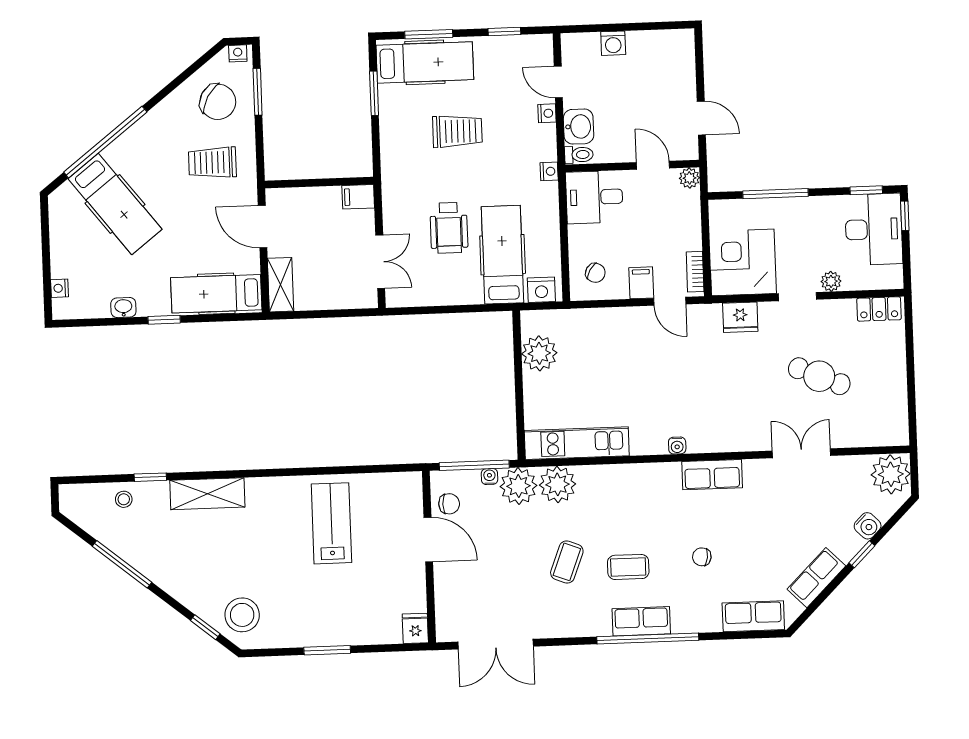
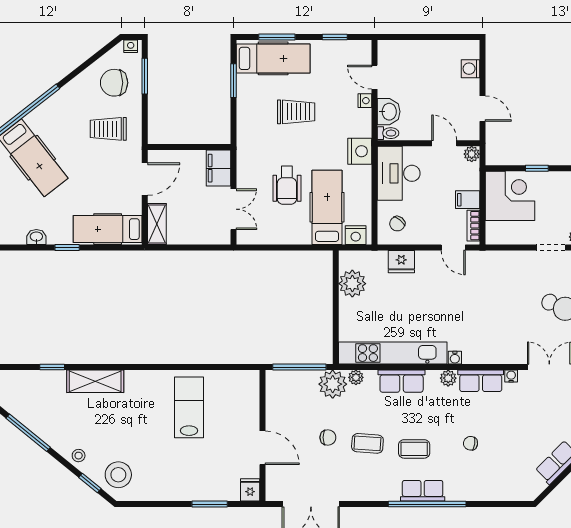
washing machine: (613, 43) -> (470, 69), moved, turned 90
chair: (218, 102) -> (114, 83), turned 150
nightstand: (549, 171) -> (360, 151), width x1.89, depth x1.79
window: (775, 194) -> (537, 168), width x0.46
filing cabinet: (358, 197) -> (219, 168), width x2.00
desk: (594, 197) -> (399, 173), width x1.37
door: (263, 227) -> (145, 179), swing flipped
corner desk: (743, 262) -> (510, 196), moved, turned 90
chair: (595, 273) -> (397, 224), turned 98
filing cabinet: (641, 283) -> (468, 200), moved, turned -90
fridge: (740, 317) -> (401, 262), moved
kitchen unit: (577, 443) -> (393, 353), width x1.36
plant: (669, 473) -> (448, 378), added
water cooler: (489, 477) -> (511, 376), moved
plant: (557, 484) -> (356, 377), width x0.53, depth x0.53
stool: (124, 499) -> (79, 456), moved
chair: (449, 504) -> (328, 437), moved
door: (428, 540) -> (262, 448), moved
coffee table: (567, 562) -> (367, 443), turned 73
row of seats: (753, 616) -> (402, 381), moved, turned 180
window: (327, 650) -> (210, 504), moved

